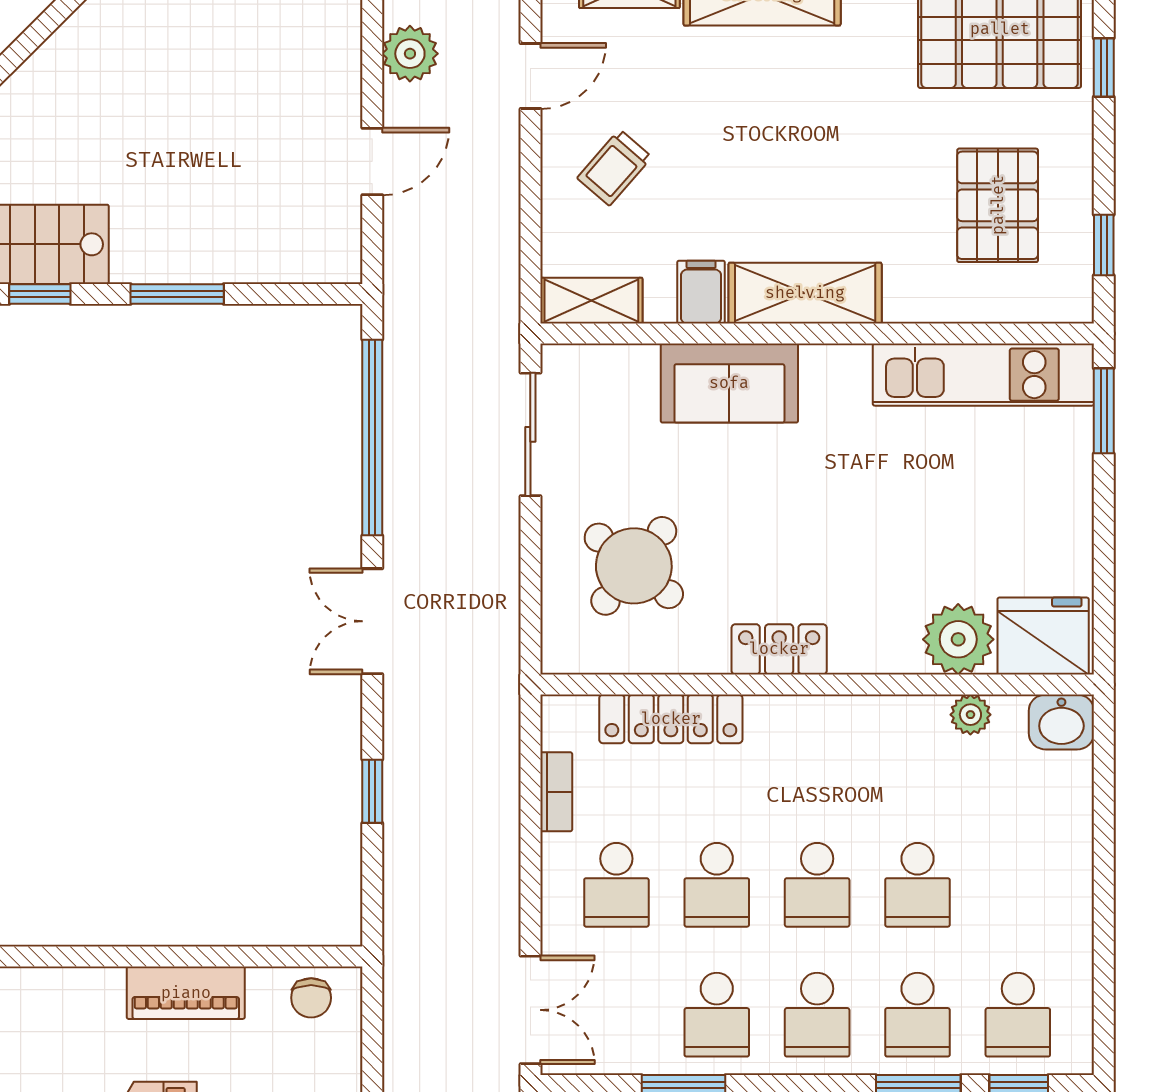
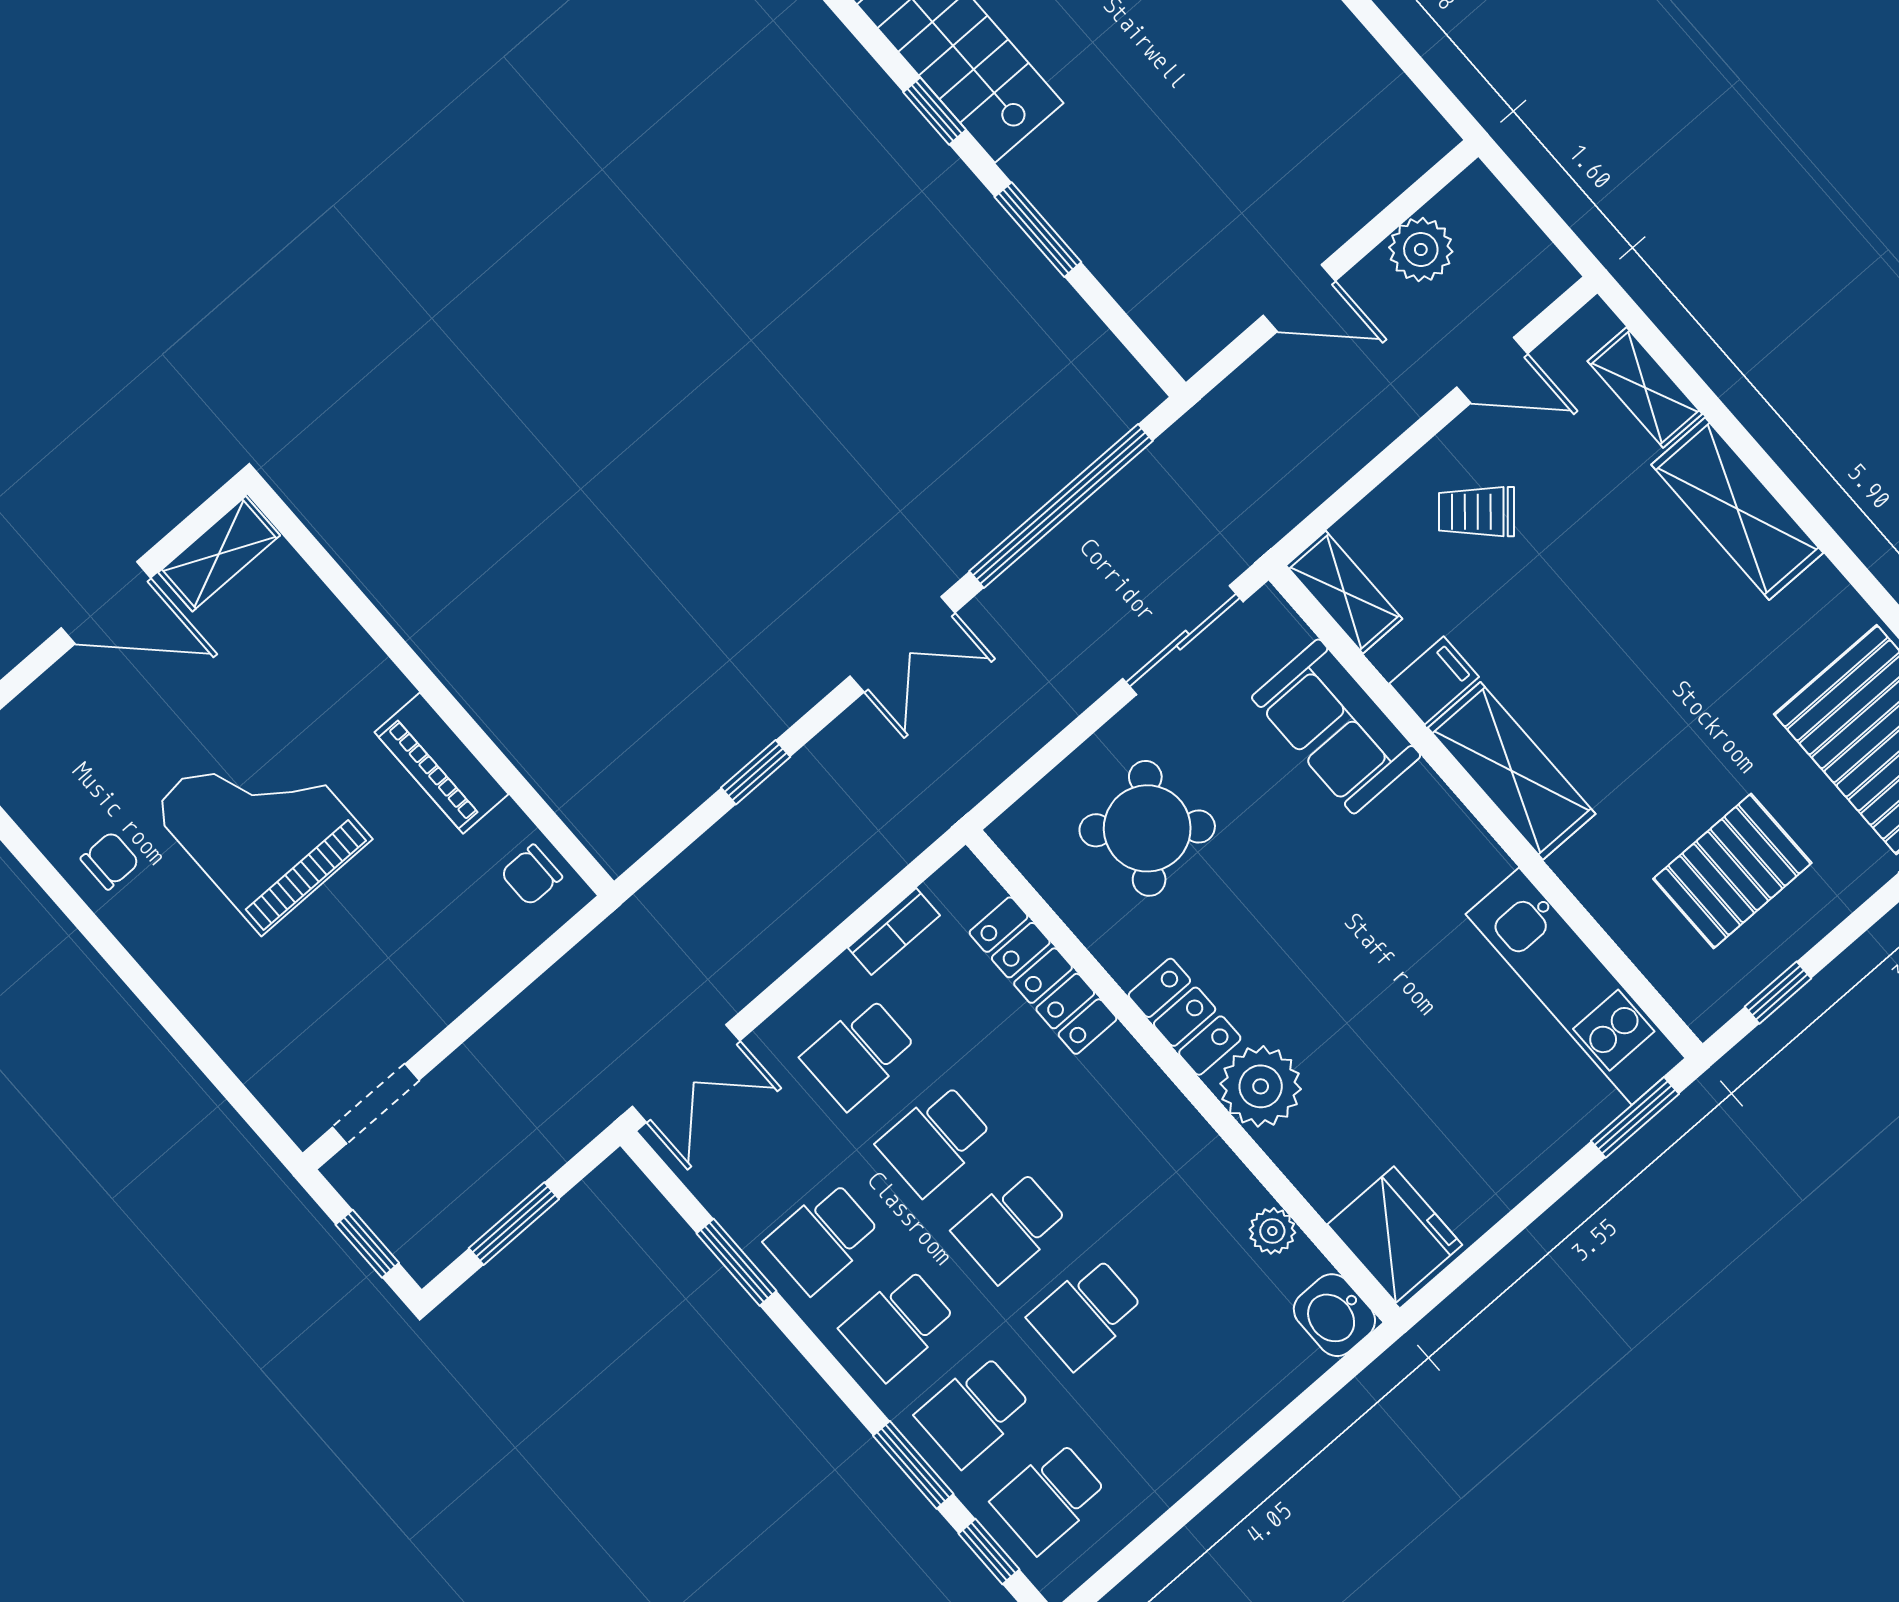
sofa: (729, 383) -> (1336, 726), moved
double door: (372, 621) -> (902, 644), swing flipped
plant: (958, 639) -> (1261, 1086), moved

